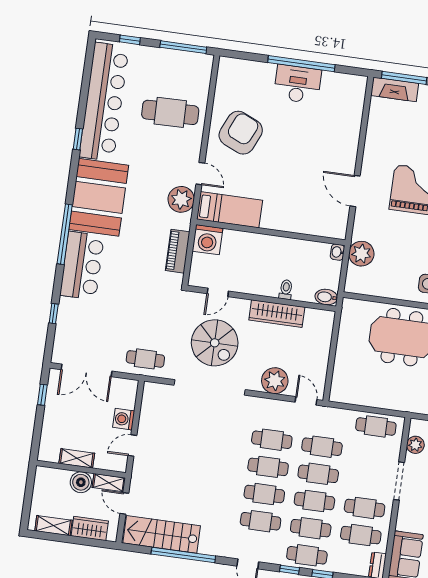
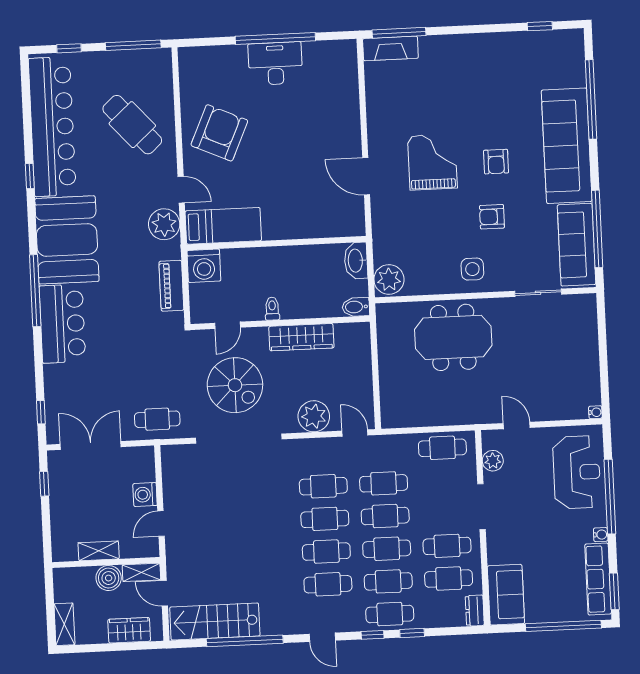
cafe table: (170, 112) -> (132, 125), turned 49
washbasin: (337, 252) -> (356, 261), width x1.91, depth x1.45
plant: (361, 254) -> (389, 279), moved
toilet: (286, 290) -> (272, 309), moved
window: (54, 314) -> (41, 412), moved
double door: (86, 370) -> (91, 446), swing flipped
shelving: (53, 526) -> (64, 624), moved, turned 90

